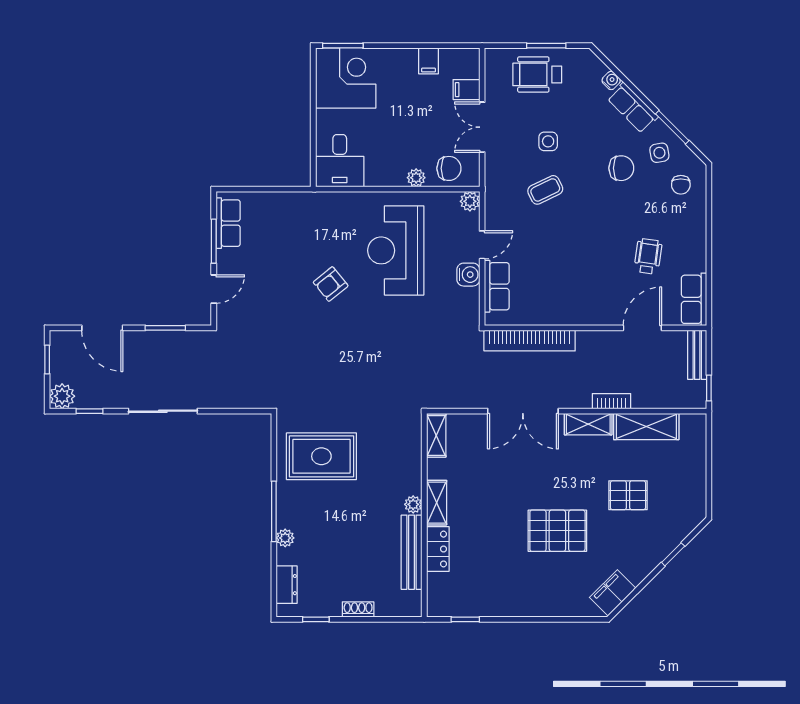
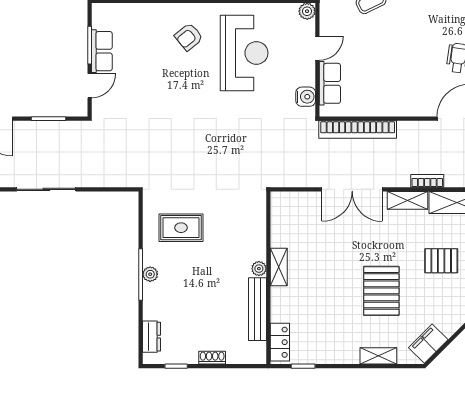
row of seats: (228, 223) -> (102, 51), moved
reception desk: (396, 250) -> (244, 53), turned 180
water cooler: (468, 275) -> (306, 97), moved
armchair: (331, 284) -> (189, 37), moved
shelving: (436, 435) -> (378, 356), moved, turned 90
rug: (321, 456) -> (181, 228), width x0.73, depth x0.70
pallet: (557, 531) -> (381, 291), turned 90
plant: (285, 538) -> (150, 274), moved
locker: (438, 549) -> (280, 342), moved

